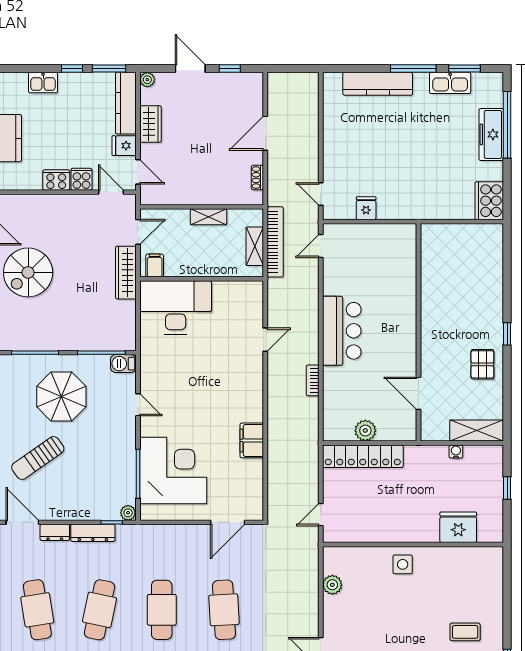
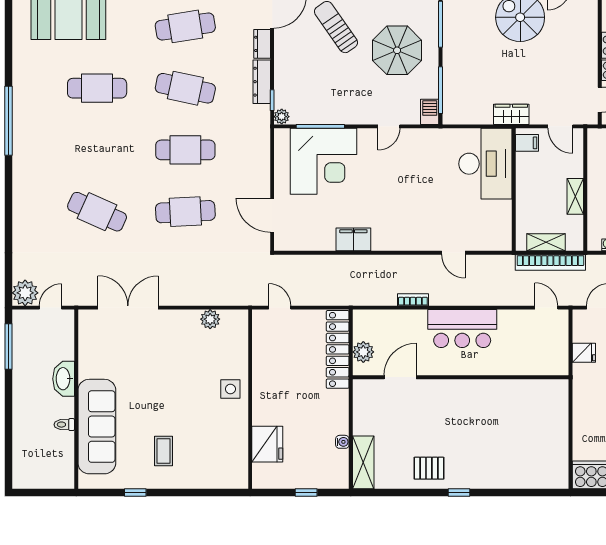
wardrobe: (126, 273) -> (511, 114), width x0.67
wall: (418, 332) -> (461, 377), moved
door: (418, 393) -> (400, 377), moved

